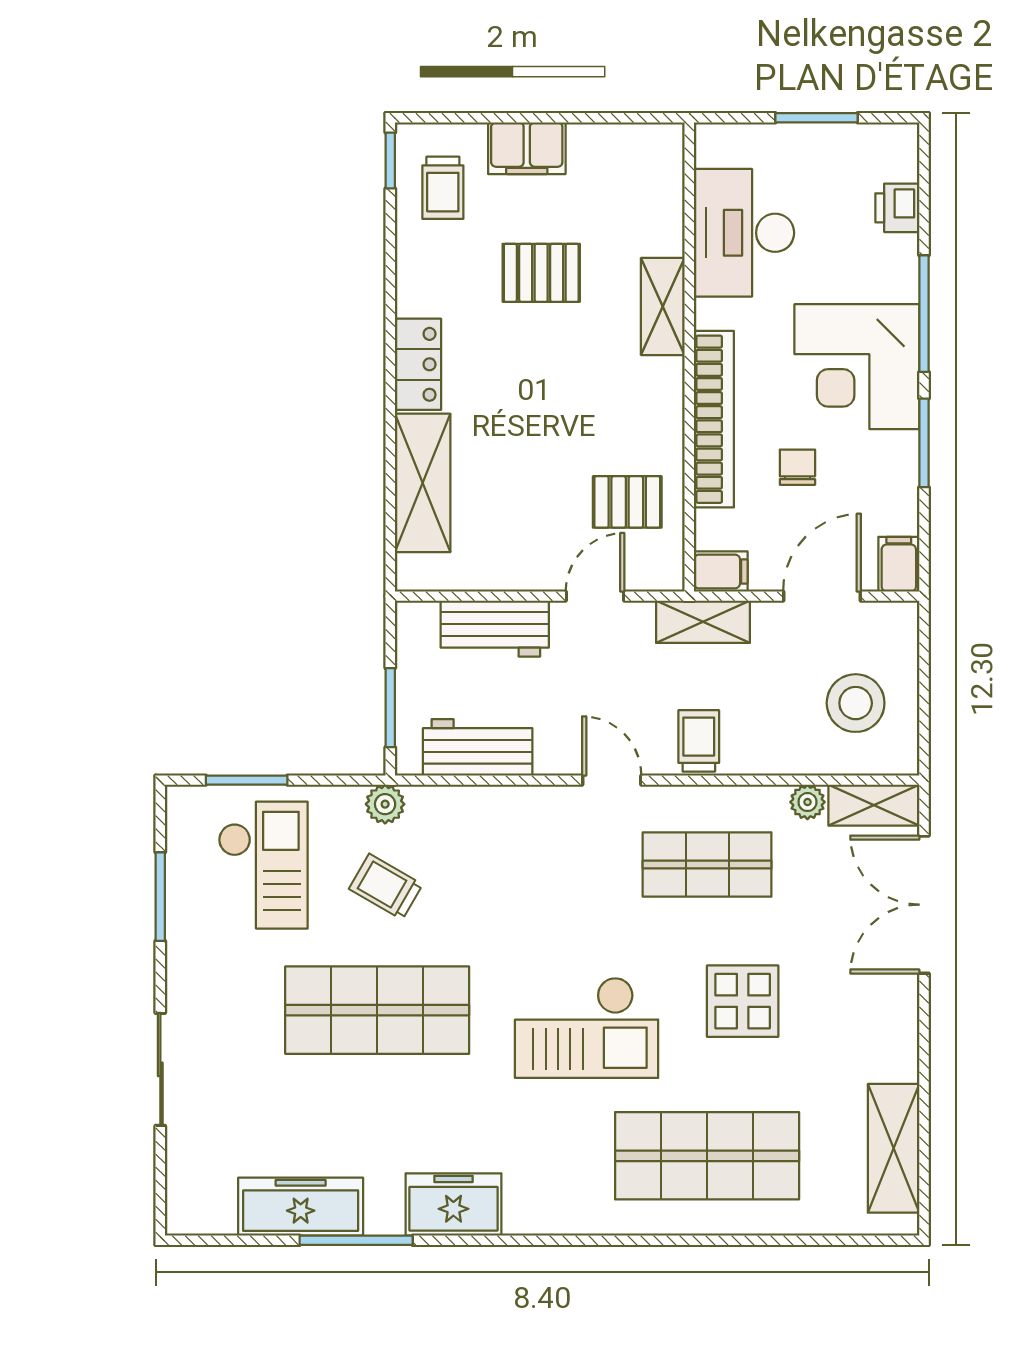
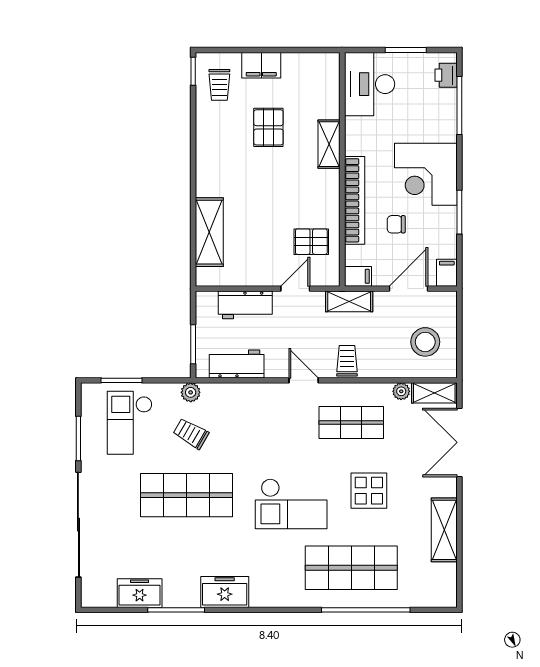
printer: (897, 208) -> (446, 75), moved
desk: (744, 233) -> (370, 84), moved
pallet: (541, 273) -> (268, 127), turned 90
window: (924, 314) -> (459, 106), moved
locker: (418, 364) -> (207, 173), removed
chair: (797, 467) -> (396, 224), turned -90
checkout: (263, 865) -> (130, 423), turned 180
sliding door: (160, 1069) -> (78, 525), width x1.86
shelving: (894, 1148) -> (444, 530), moved
freezer: (301, 1207) -> (140, 593), width x0.71
window: (736, 1240) -> (366, 610), added

